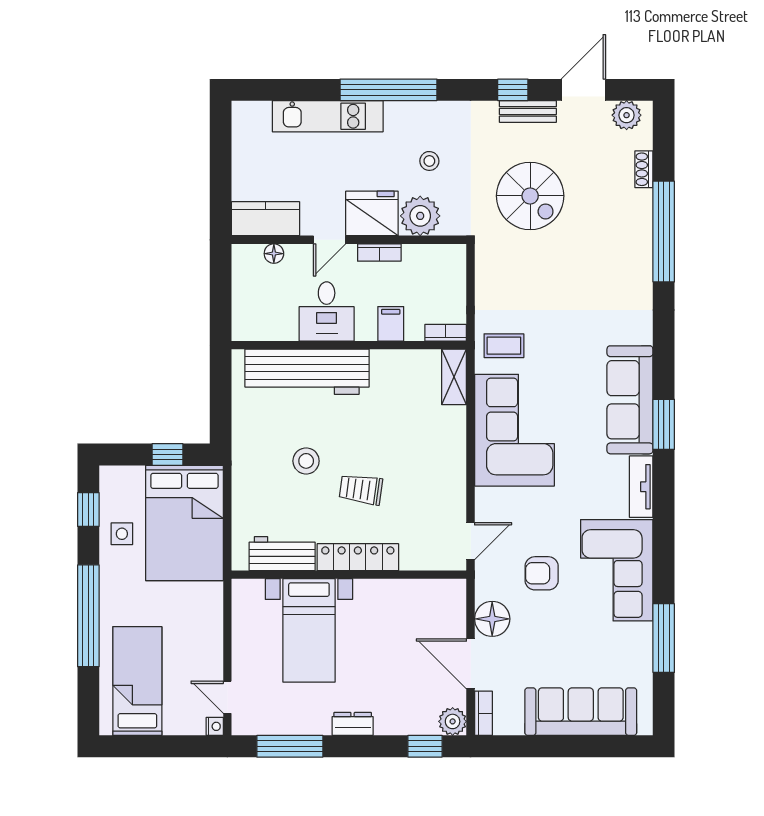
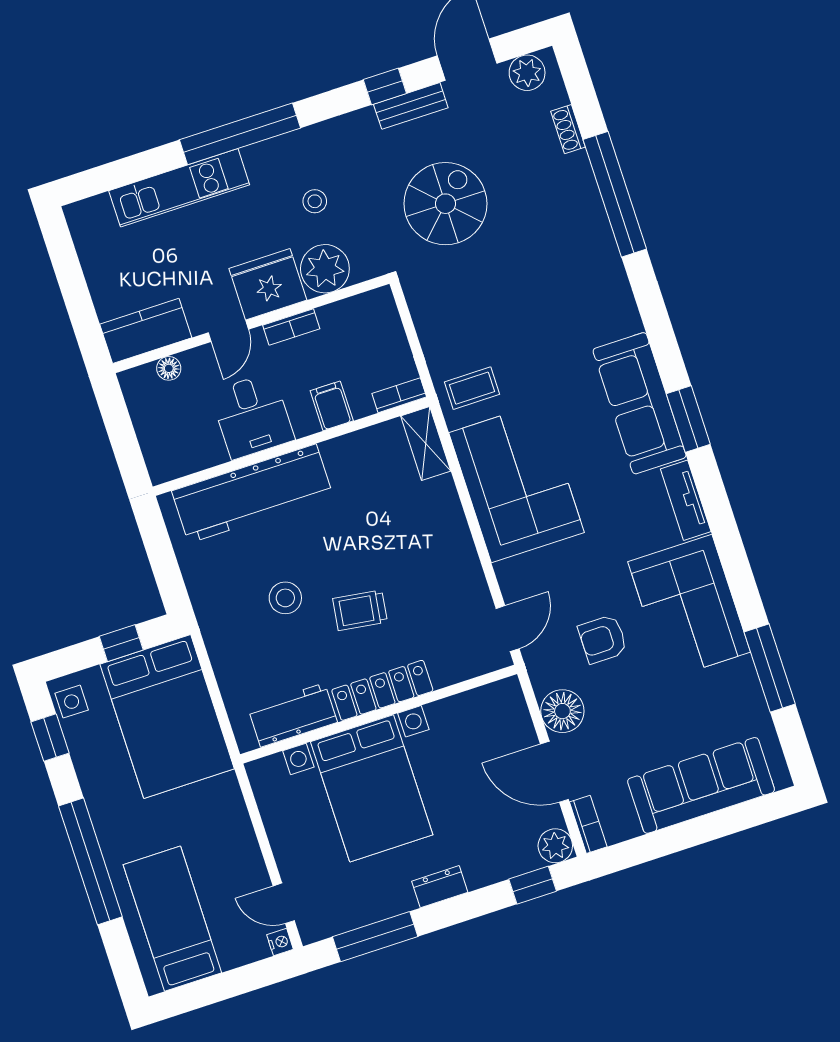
spiral stairs: (530, 196) -> (445, 204), turned -90
side table: (122, 534) -> (72, 702), moved
bed with nightstands: (309, 630) -> (372, 788), width x1.36

